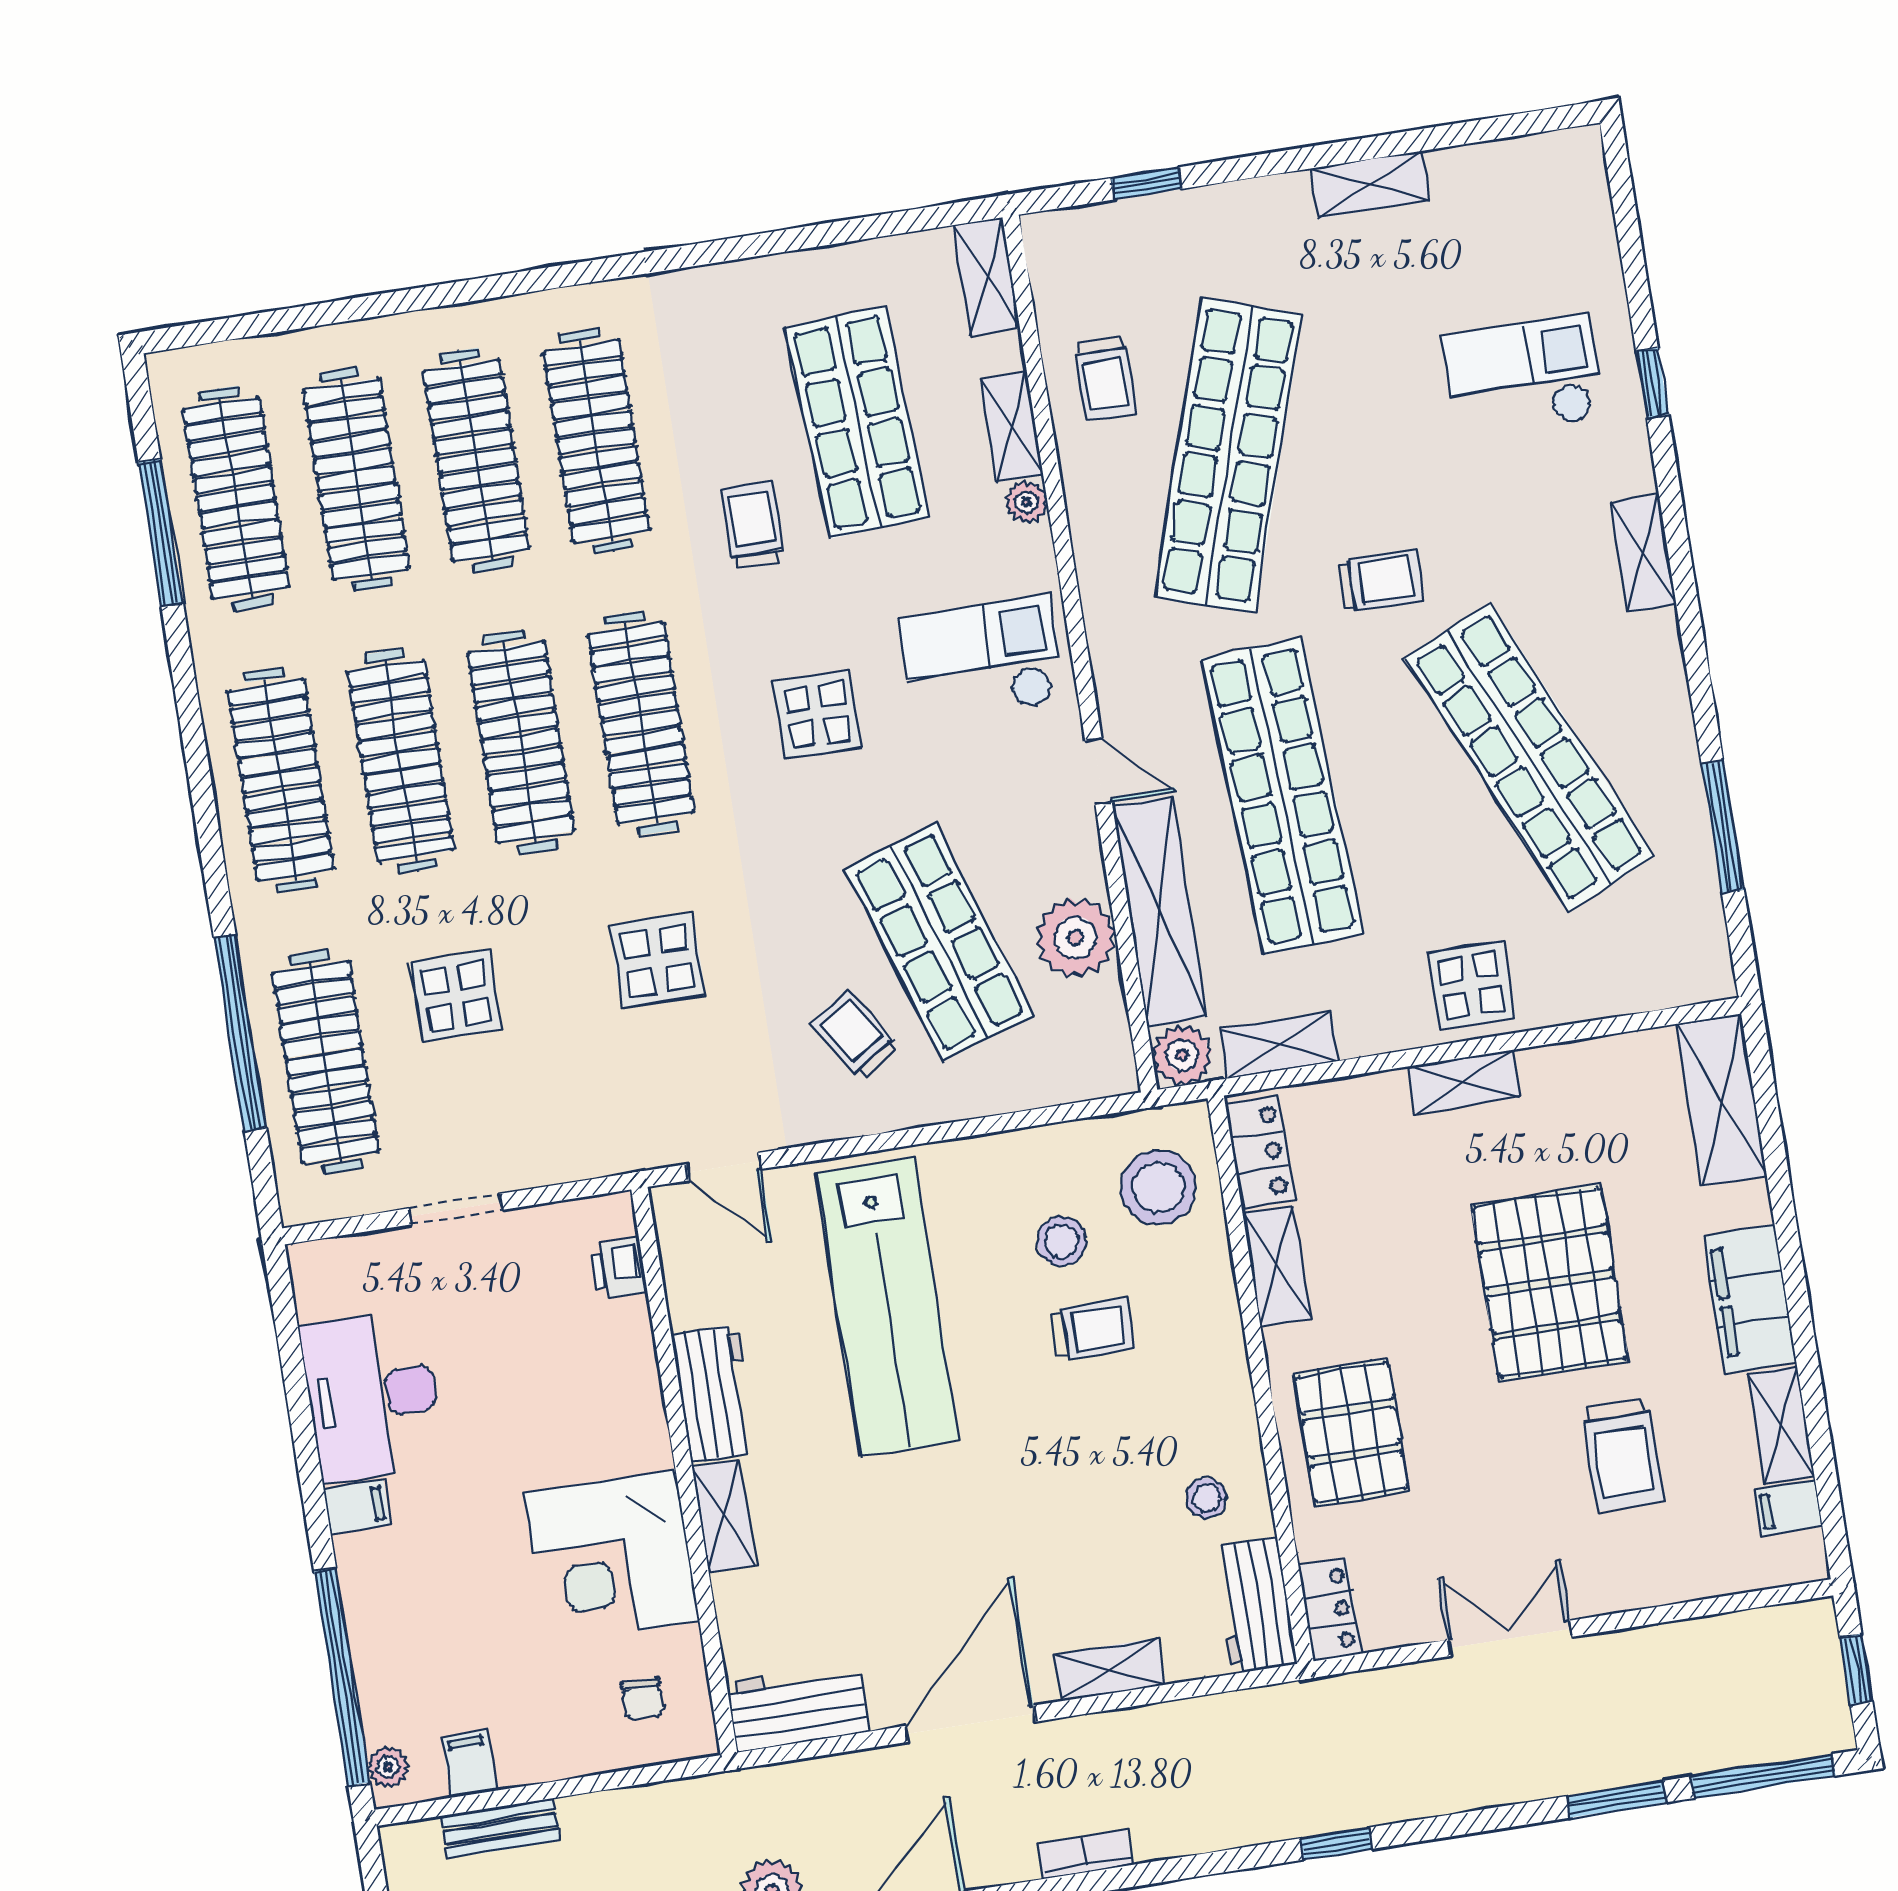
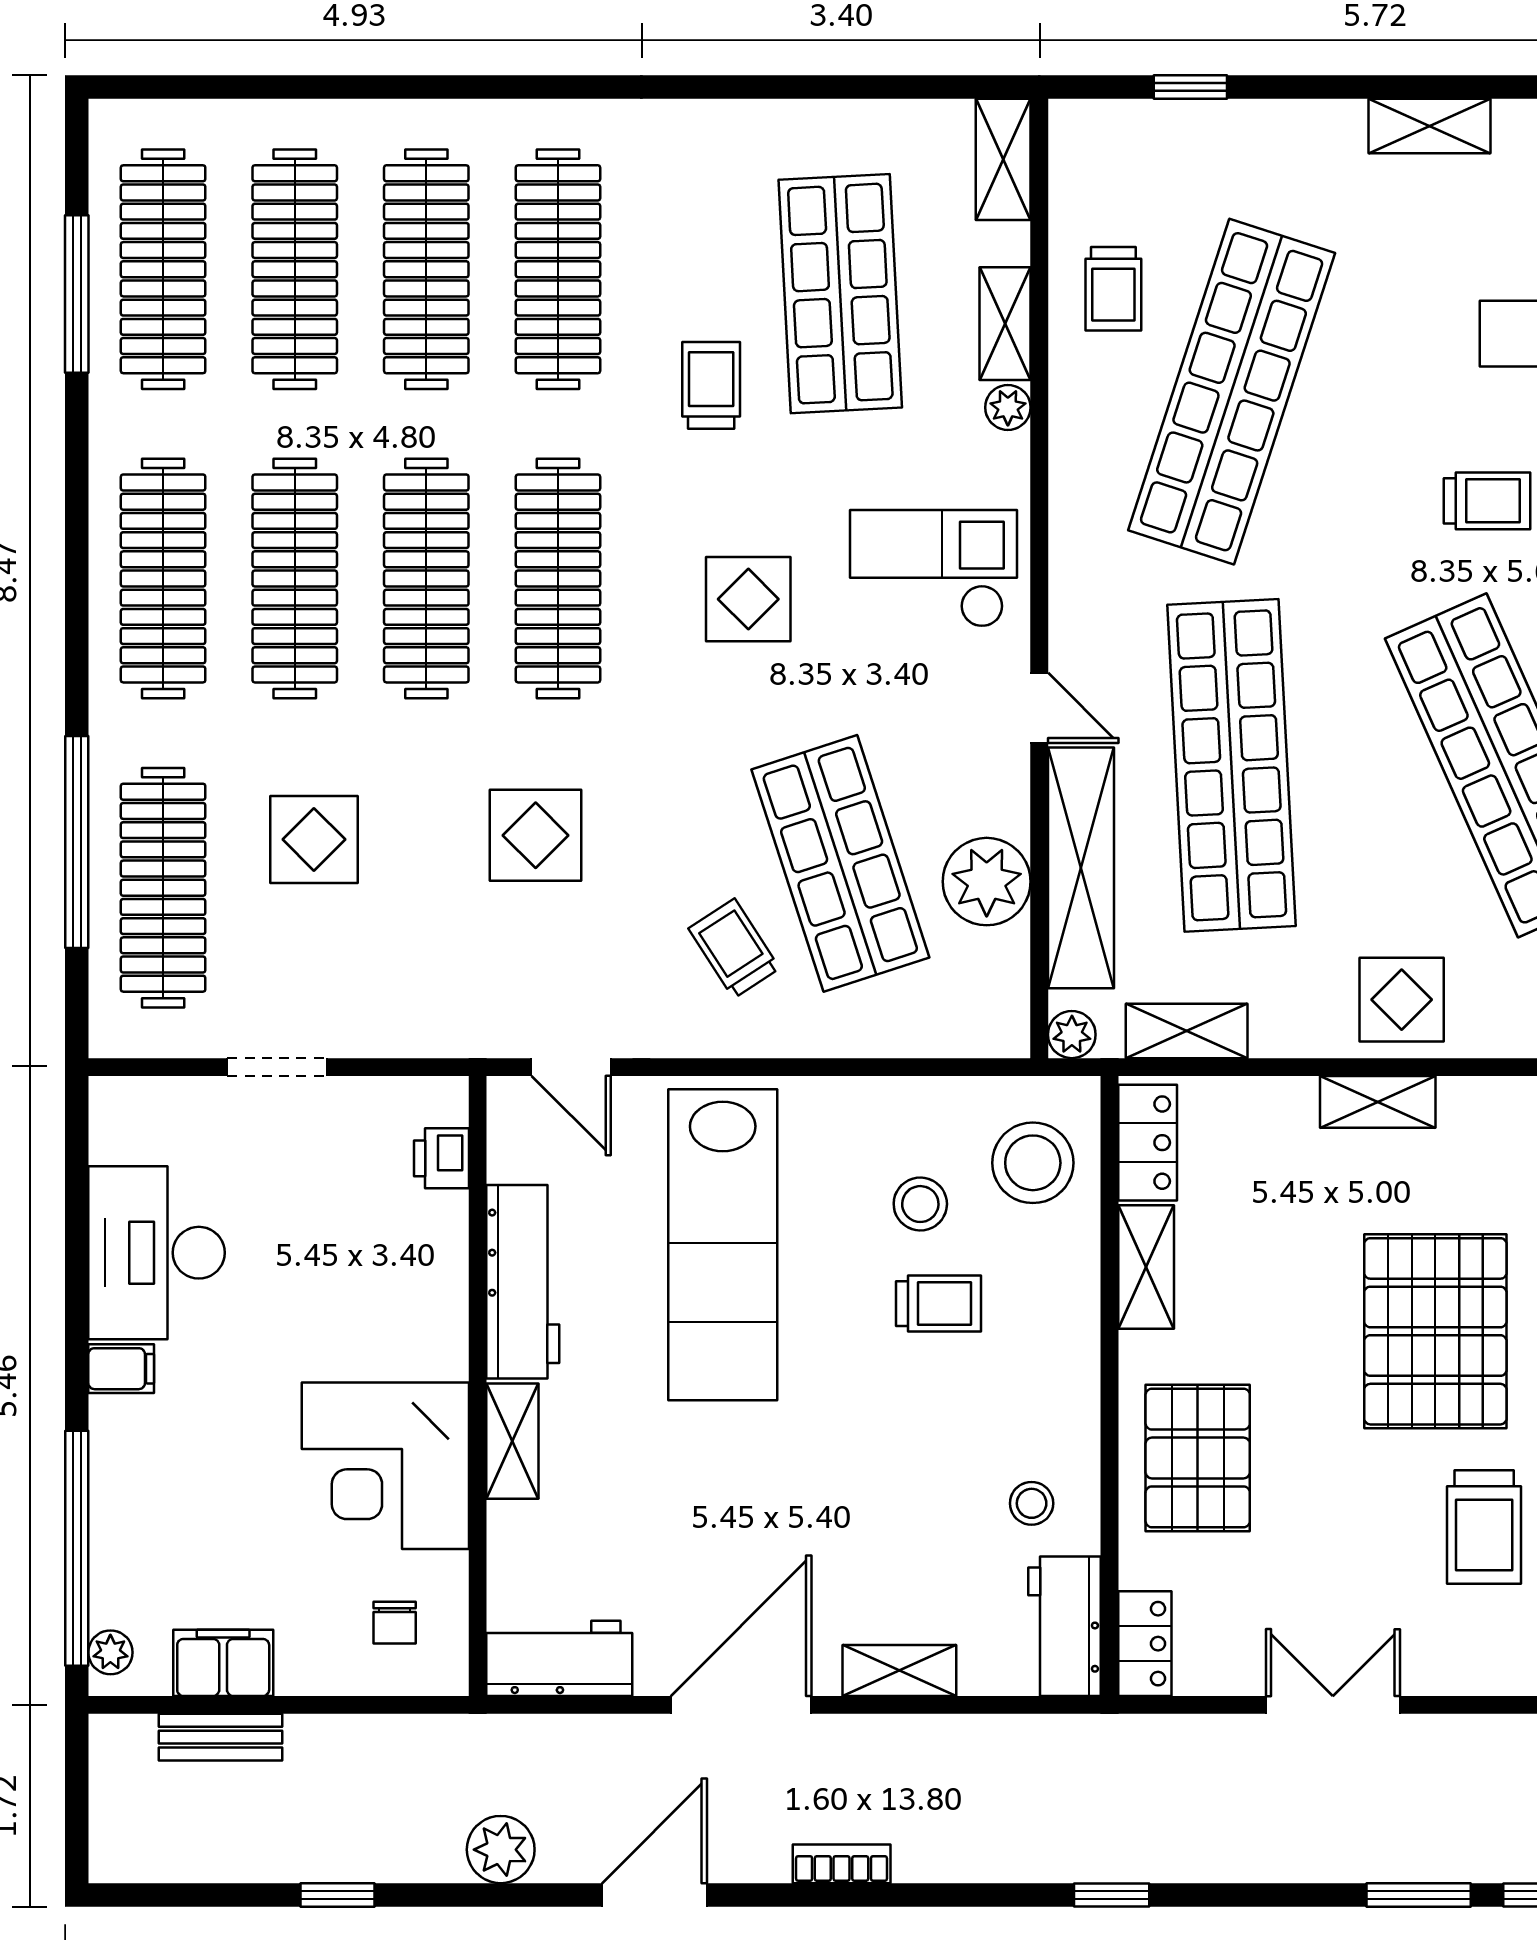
trolley: (1380, 581) -> (1487, 501), moved
plant: (1182, 1055) -> (1072, 1035), width x0.73, depth x0.73
workbench: (714, 1393) -> (523, 1282), width x1.38
filing cabinet: (469, 1764) -> (223, 1663), width x2.00

